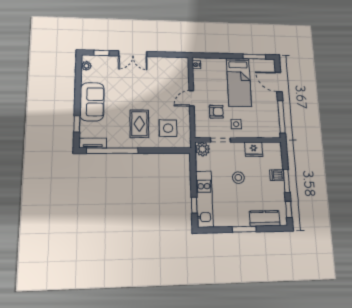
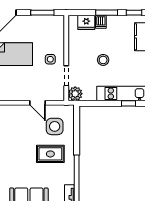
door: (192, 98) -> (38, 103), moved
armchair: (216, 112) -> (38, 78), removed
window: (281, 117) -> (42, 13), width x0.69
fridge: (254, 149) -> (86, 22), moved, turned 90

